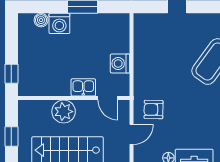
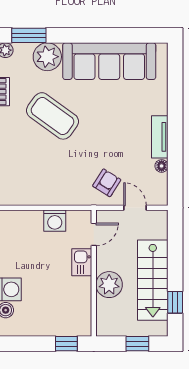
armchair: (153, 109) -> (107, 183), turned -149

